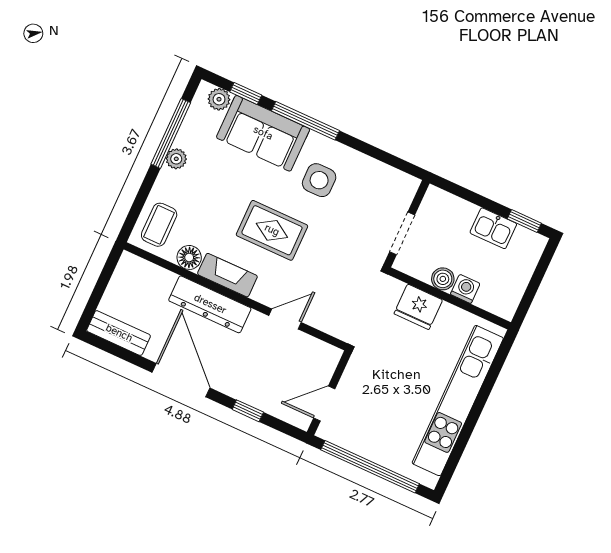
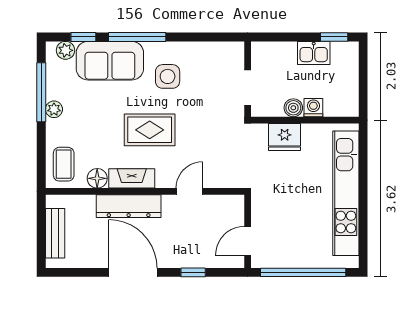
bench: (119, 333) -> (55, 233), moved, turned 90

